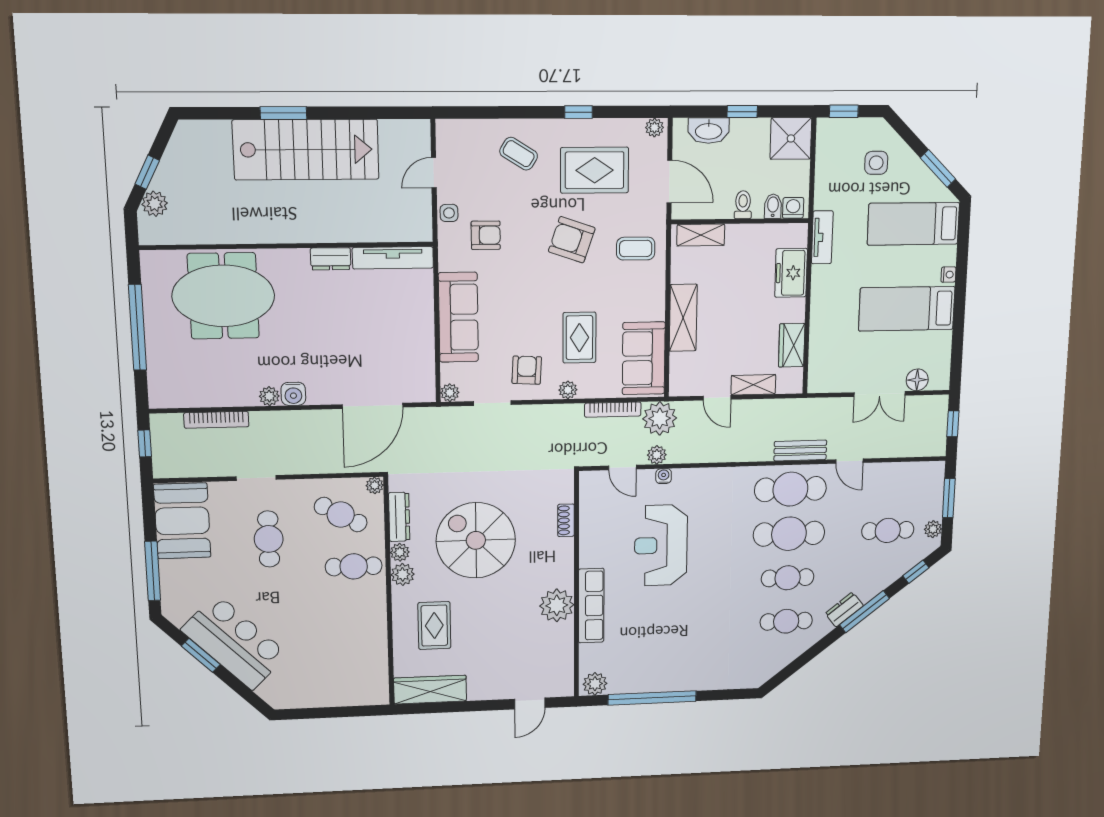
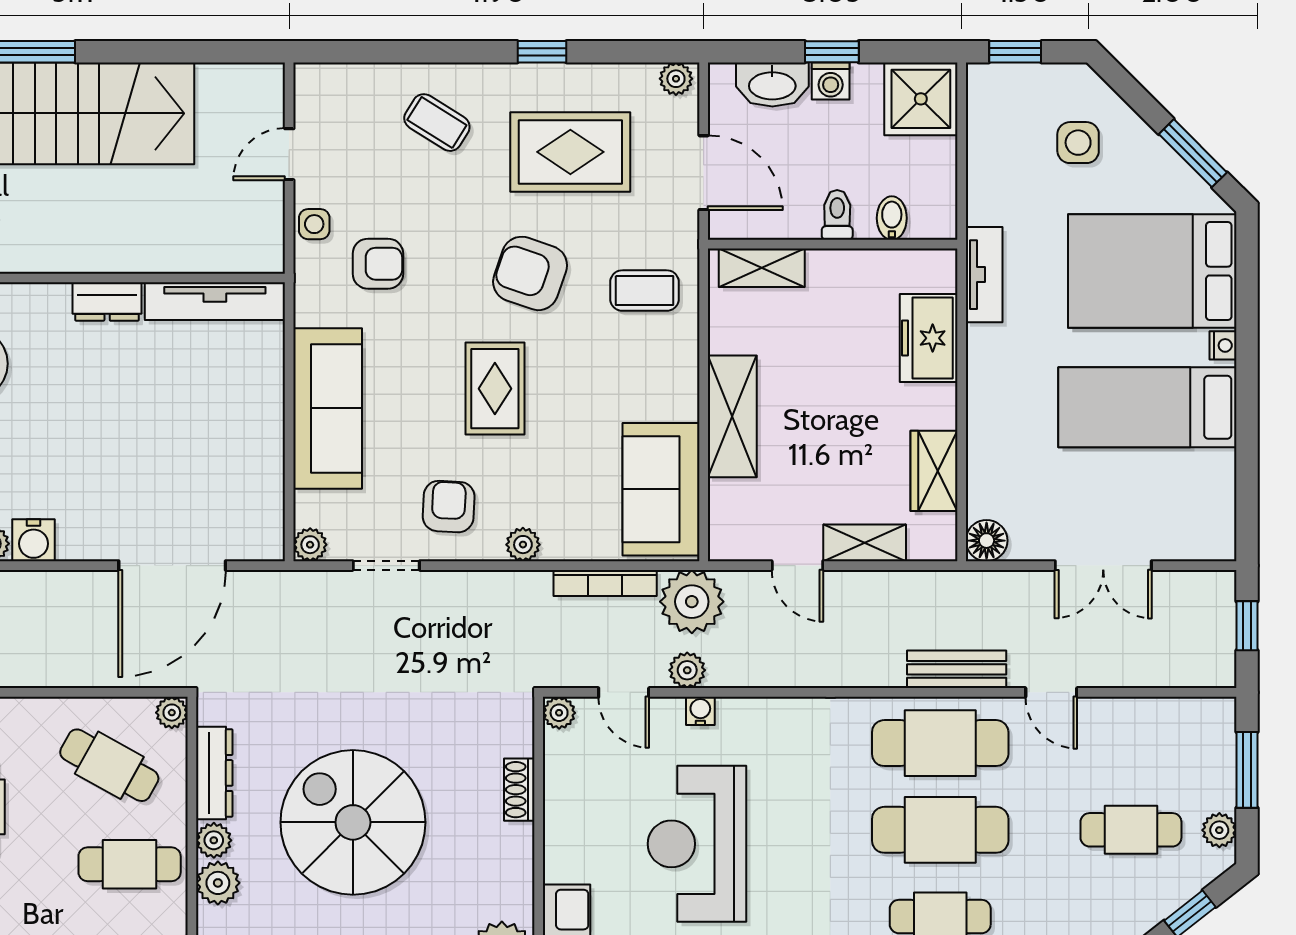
washing machine: (793, 208) -> (831, 81), moved, turned 180
bed: (913, 224) -> (1152, 271), width x1.50
rug: (579, 338) -> (495, 389), moved
floor lamp: (917, 380) -> (987, 541), moved
plant: (587, 479) -> (559, 713), added

